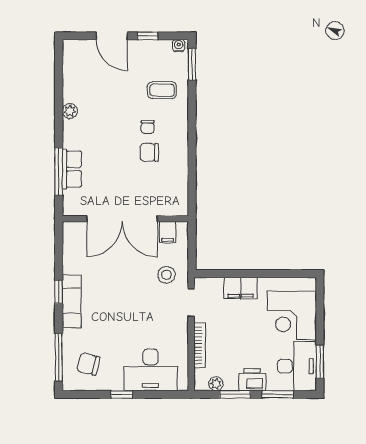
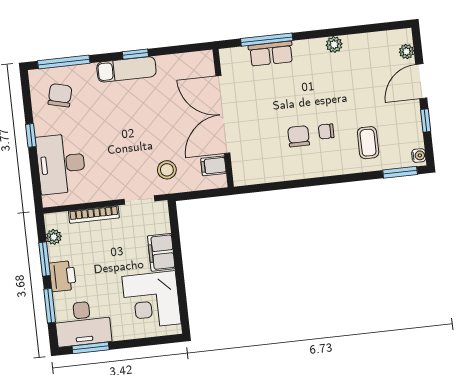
plant: (83, 46) -> (406, 52), added
corner desk: (292, 316) -> (152, 300), moved, turned -90

